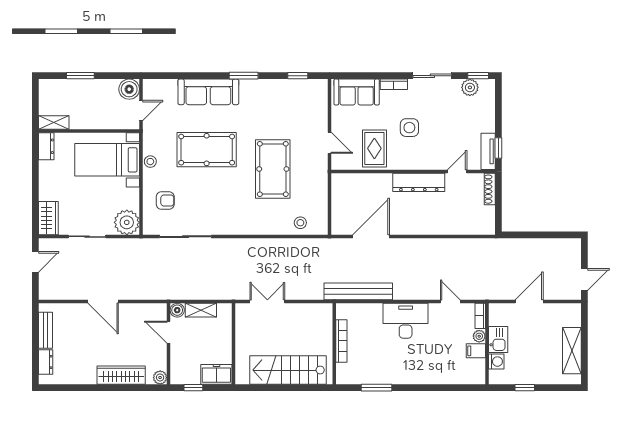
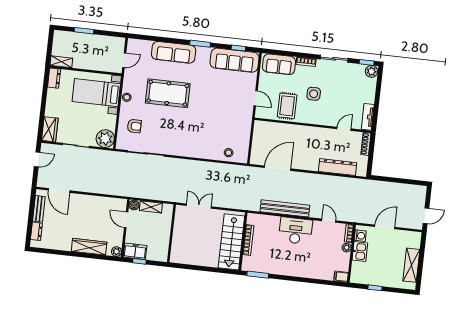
plant: (470, 87) -> (371, 71), moved
boiler: (129, 89) -> (118, 44), removed
sofa: (294, 93) -> (235, 60), added
window: (498, 148) -> (375, 115), removed
pool table: (273, 169) -> (213, 112), removed
dresser: (419, 182) -> (338, 167), moved, turned 180
bench: (358, 291) -> (285, 208), moved
door: (103, 302) -> (59, 190), moved
filing cabinet: (476, 351) -> (341, 277), moved
washing machine: (496, 362) -> (360, 236), moved
stairs: (288, 370) -> (231, 242), moved, turned -90
freezer: (216, 374) -> (135, 251), moved
window: (376, 388) -> (258, 275), moved

